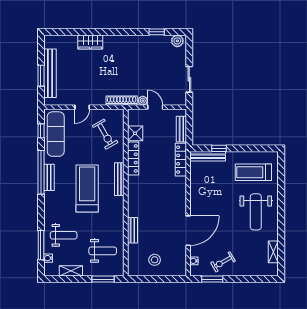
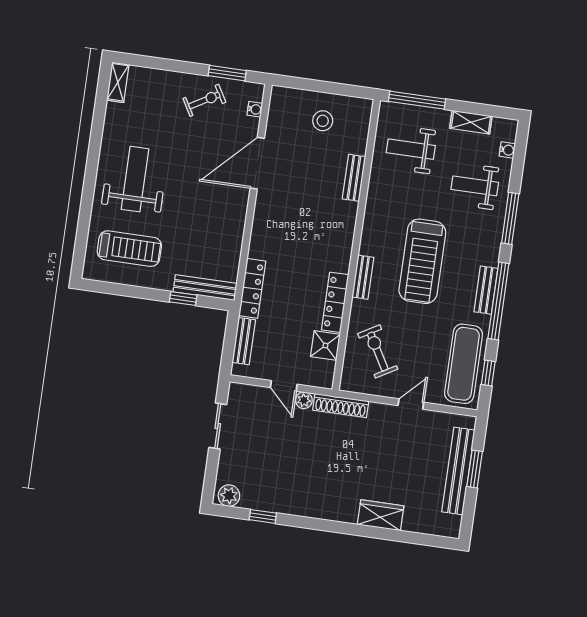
bench: (119, 179) -> (363, 277), width x0.73
window: (41, 245) -> (510, 218), moved
shelving: (273, 252) -> (118, 82), moved
window: (103, 279) -> (417, 100), width x1.44

